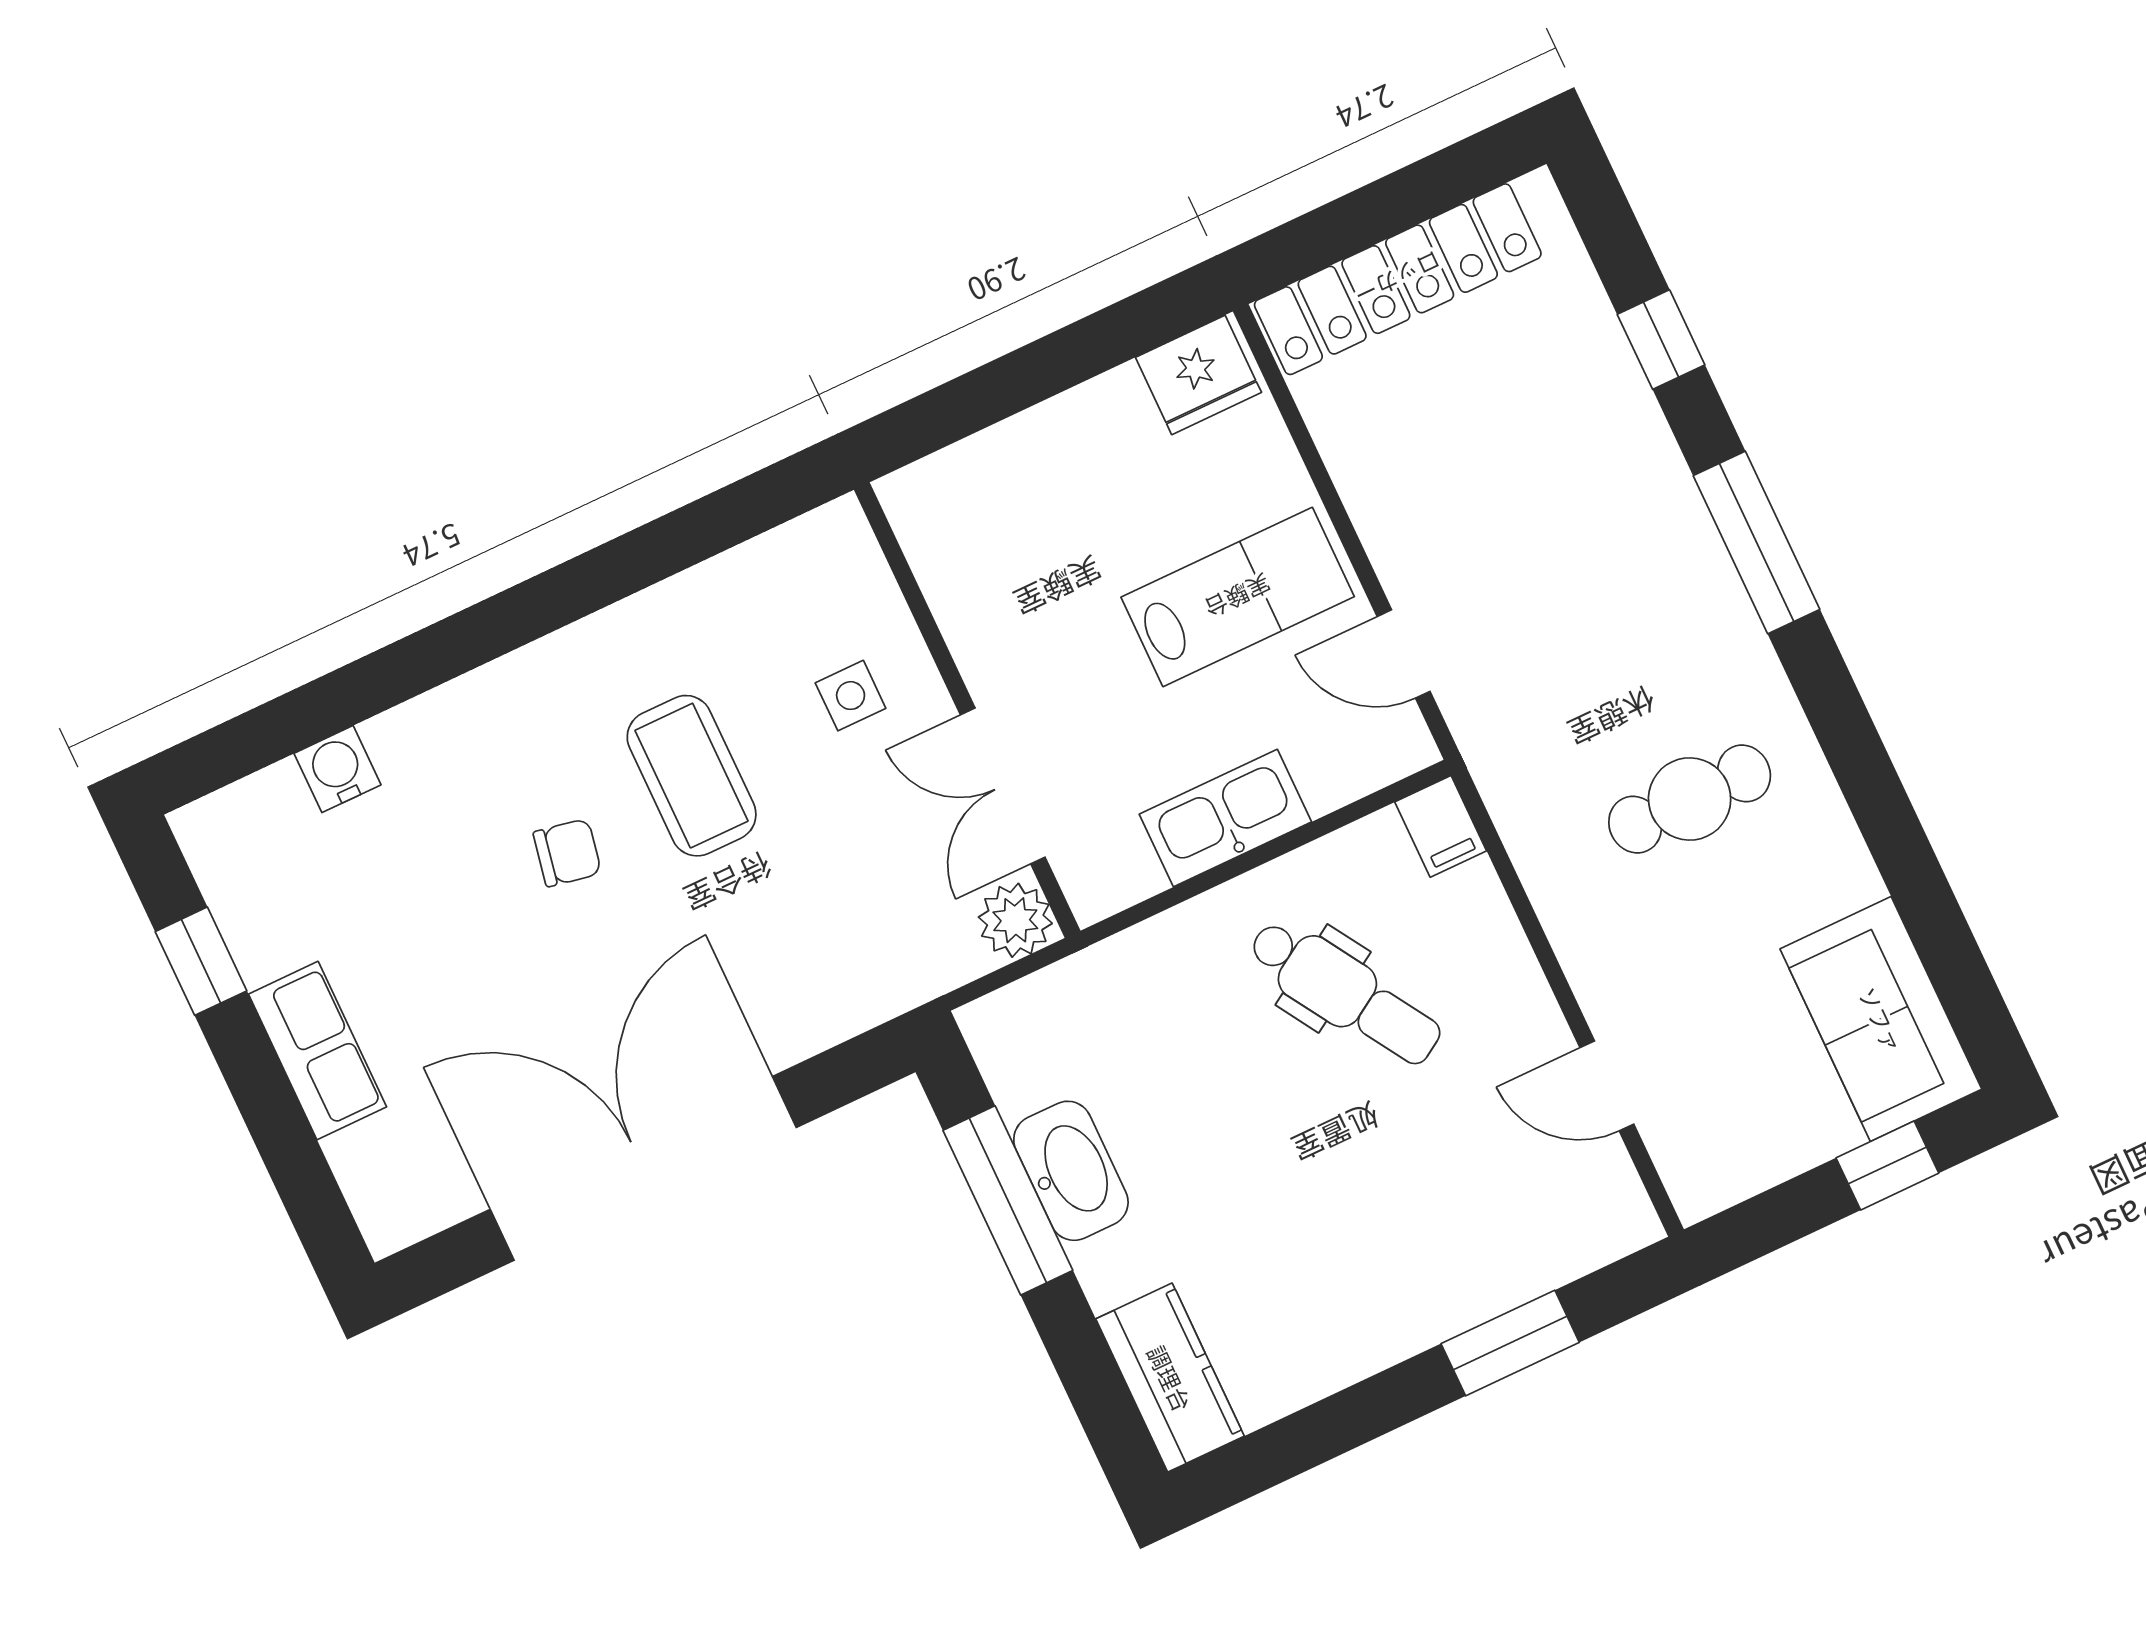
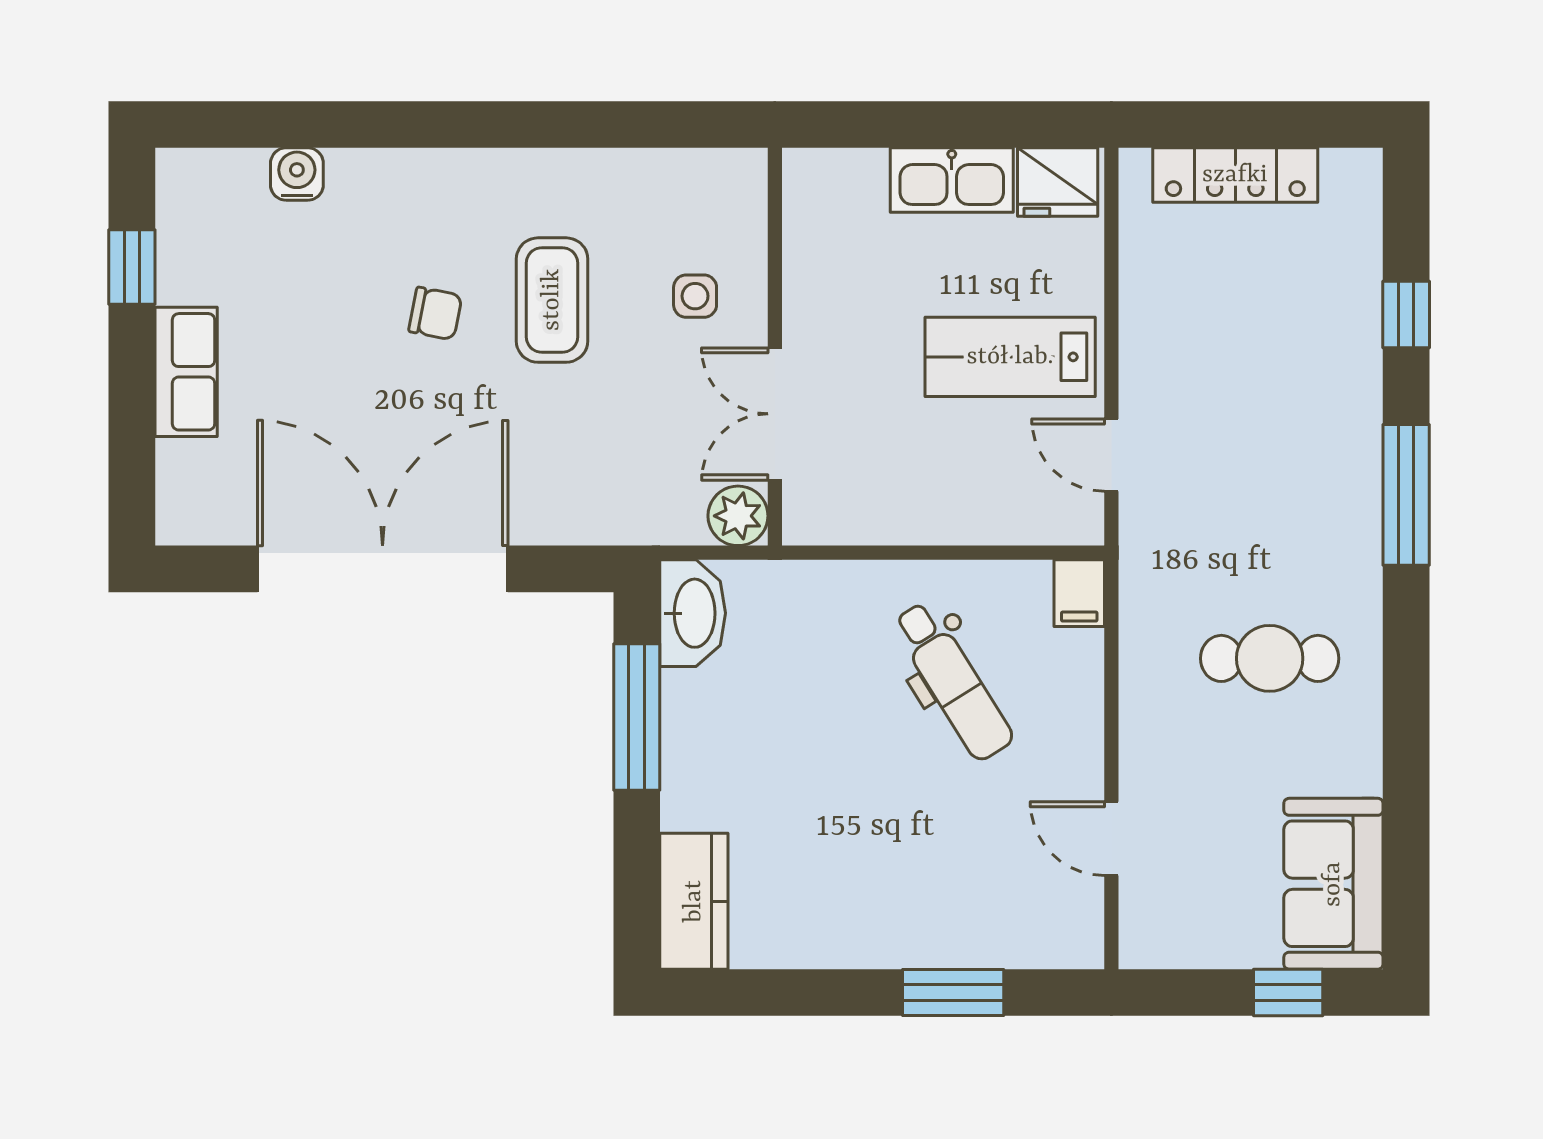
locker: (1398, 279) -> (1235, 175), width x0.71, depth x0.83
lab bench: (1238, 597) -> (1010, 357), turned 180
kitchen sink: (1225, 818) -> (952, 180), moved, turned 180
washbasin: (1071, 1171) -> (693, 613), moved

